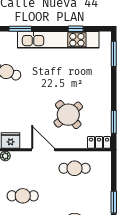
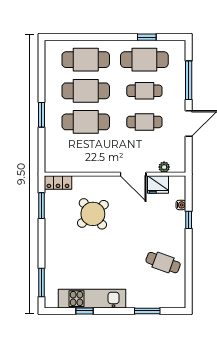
kitchen unit: (58, 40) -> (92, 299), width x0.73
door: (43, 150) -> (133, 174), moved
cafe table: (75, 168) -> (86, 122), moved, width x1.37, depth x1.35

